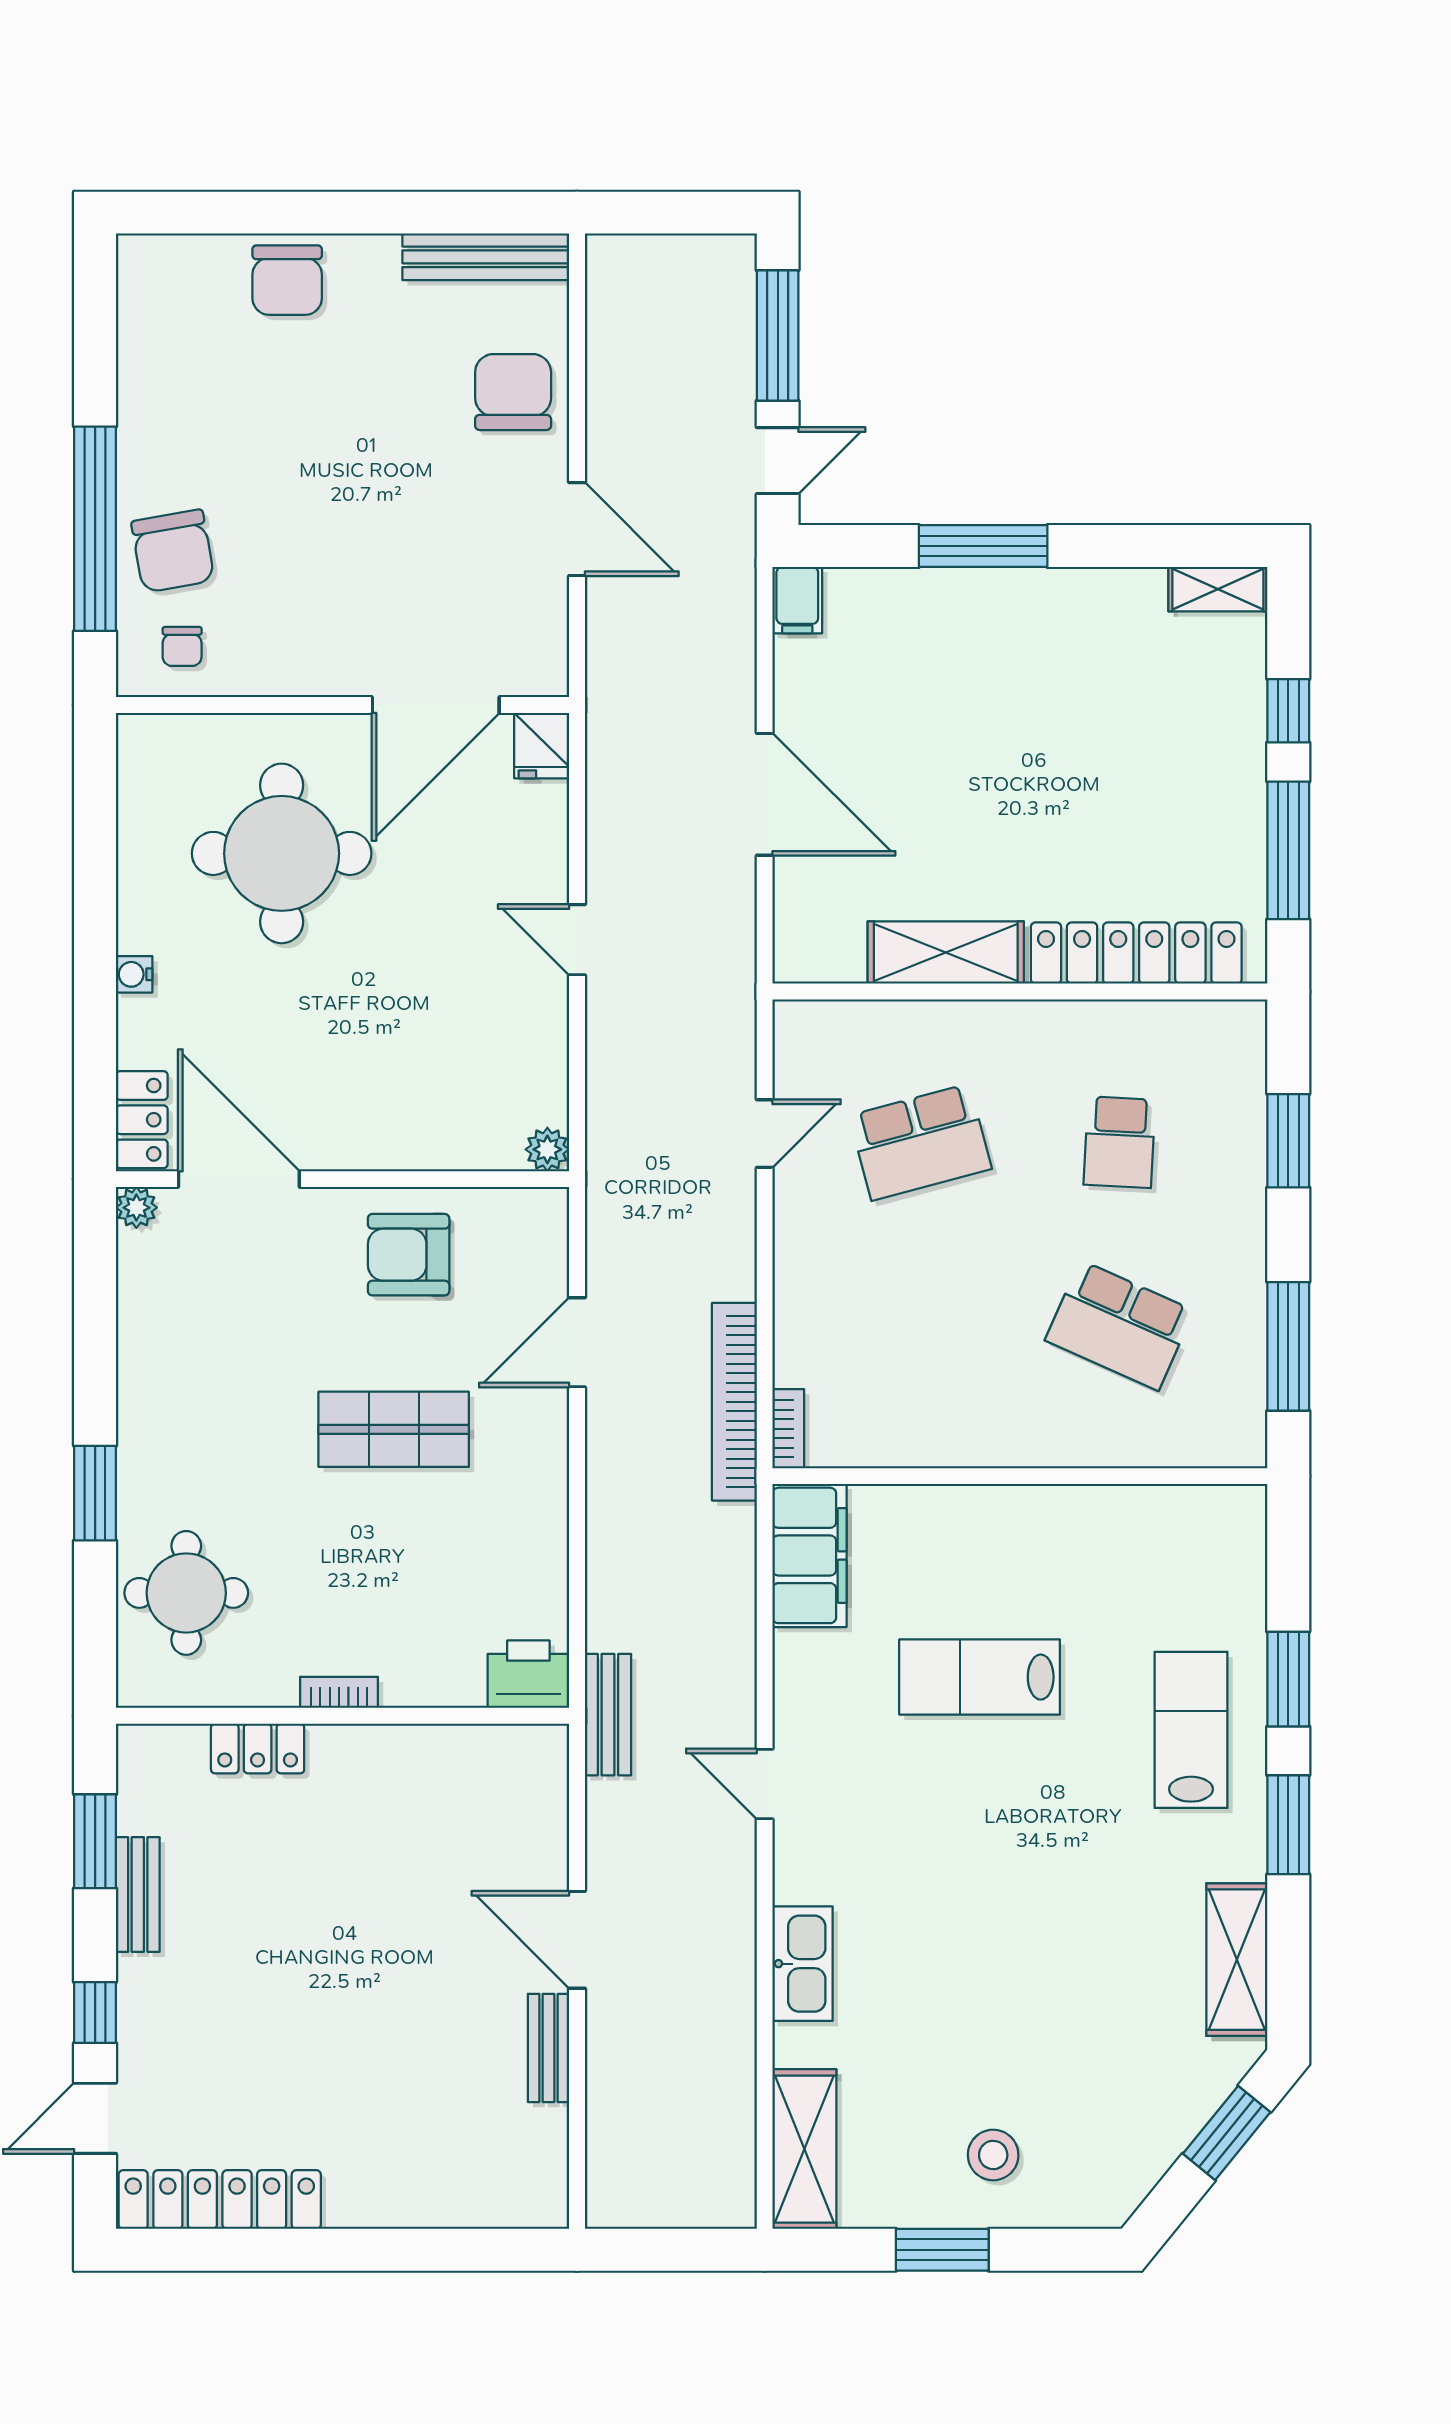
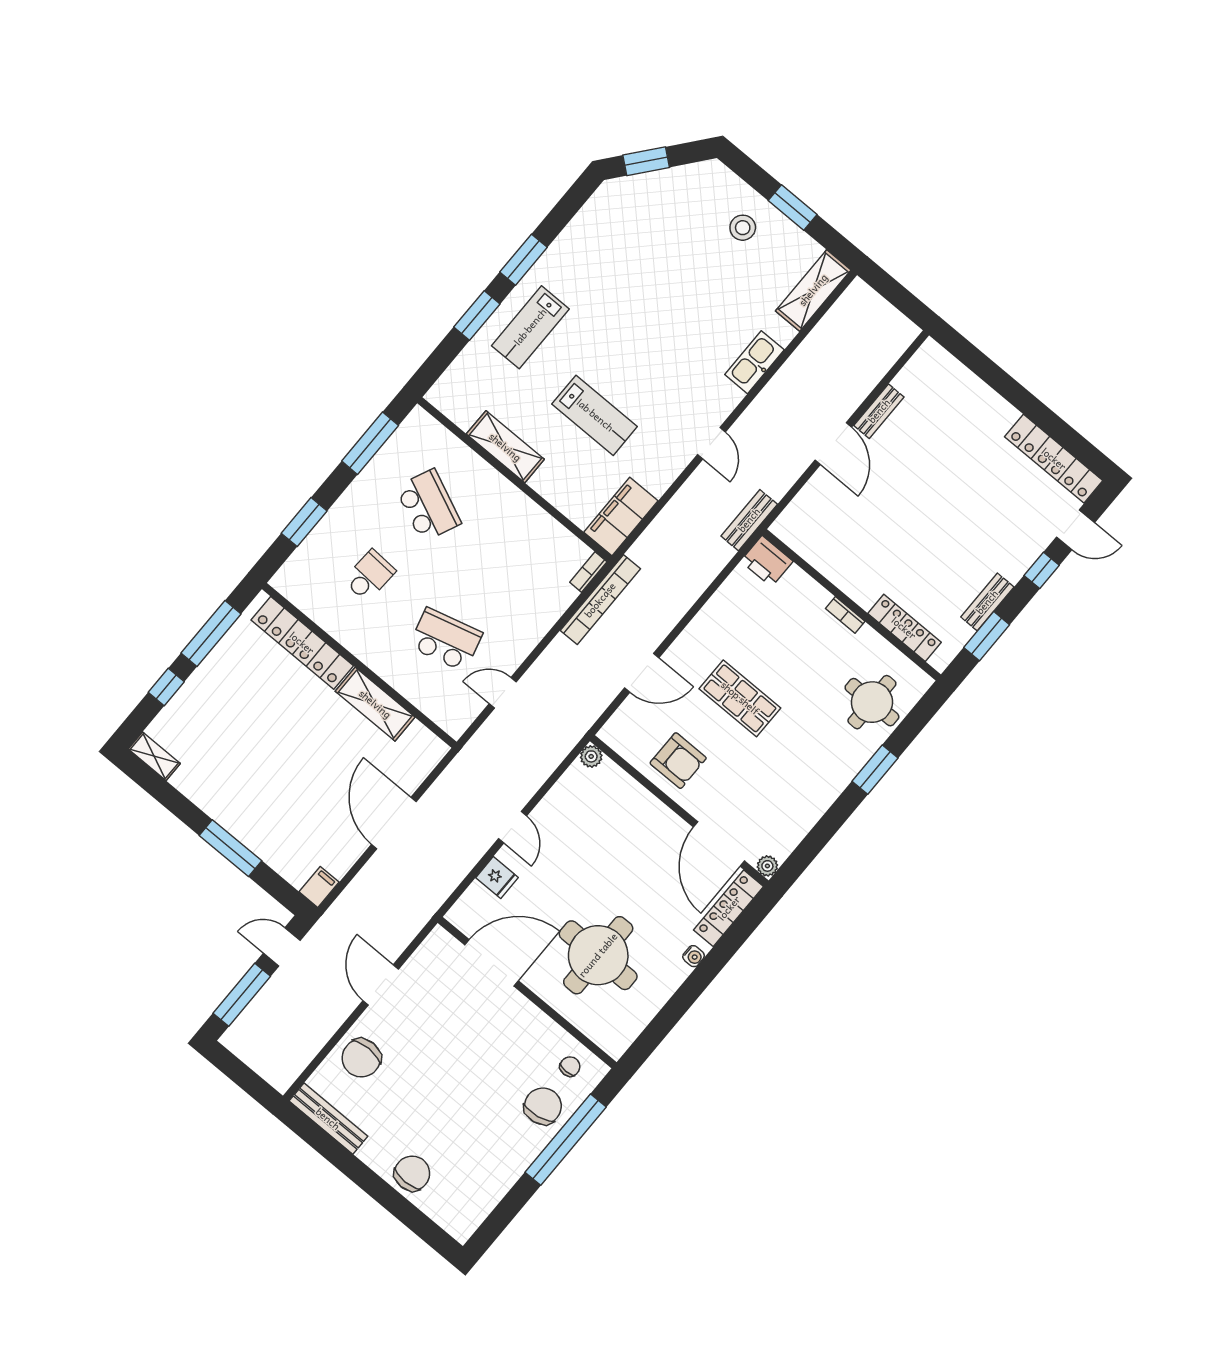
fridge: (542, 746) -> (497, 878), moved, turned 90
locker: (142, 1120) -> (729, 908), width x1.53
locker: (258, 1748) -> (904, 628), width x1.53
shelving: (1237, 1960) -> (505, 447), moved, turned 90

